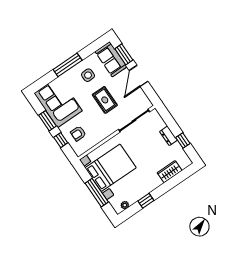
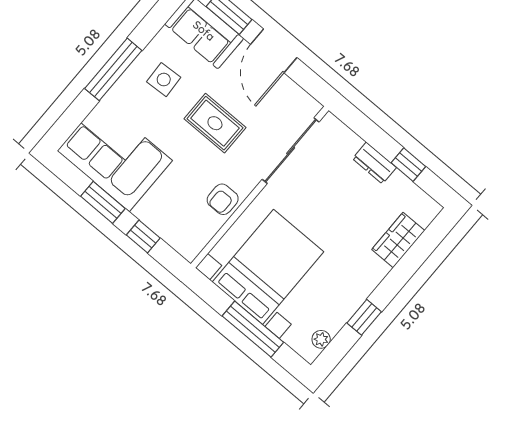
armchair: (78, 133) -> (223, 199), moved

